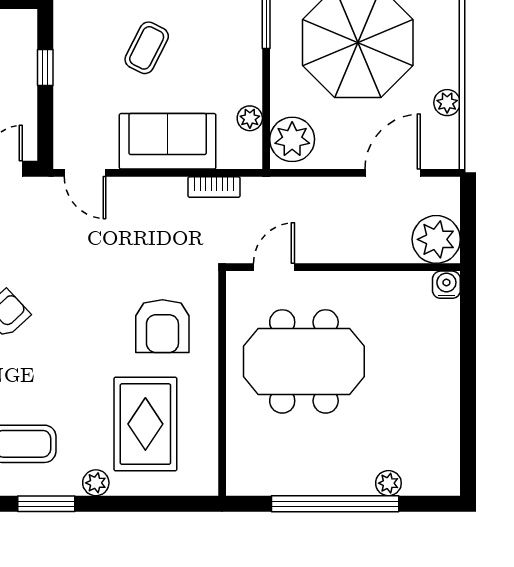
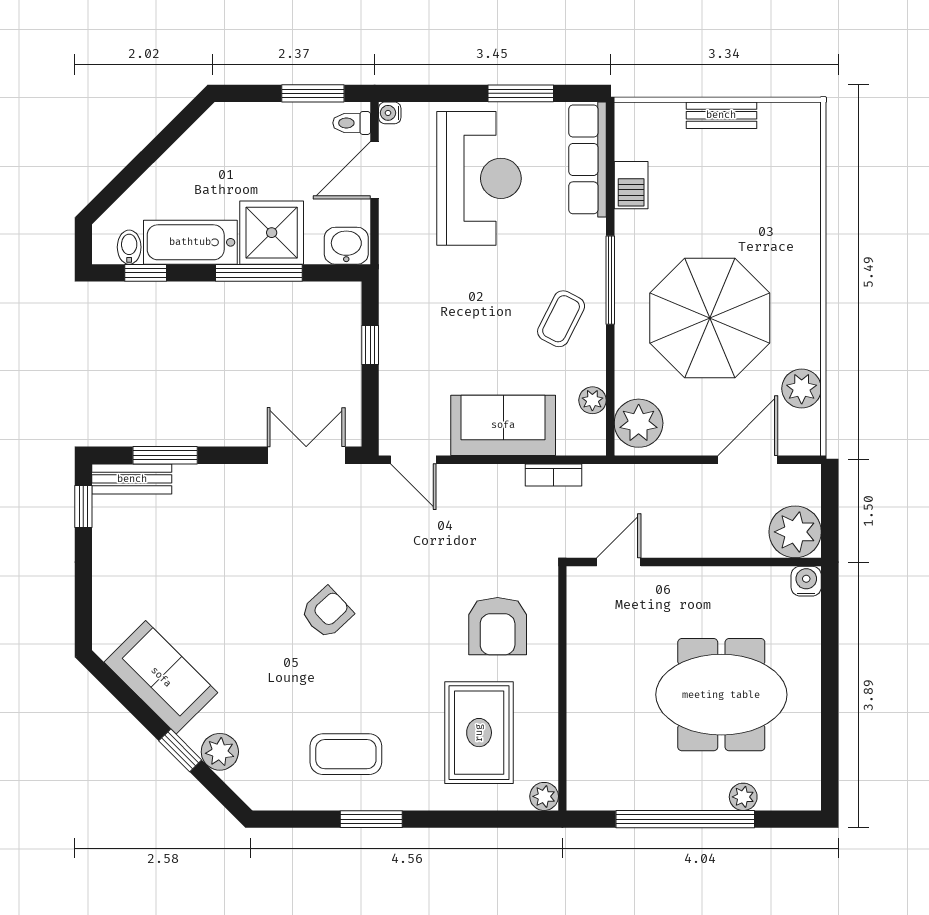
coffee table: (147, 48) -> (561, 319), moved
plant: (447, 103) -> (802, 389), width x1.38, depth x1.38
meeting table: (304, 361) -> (721, 695), moved
plant: (96, 483) -> (544, 796), moved

